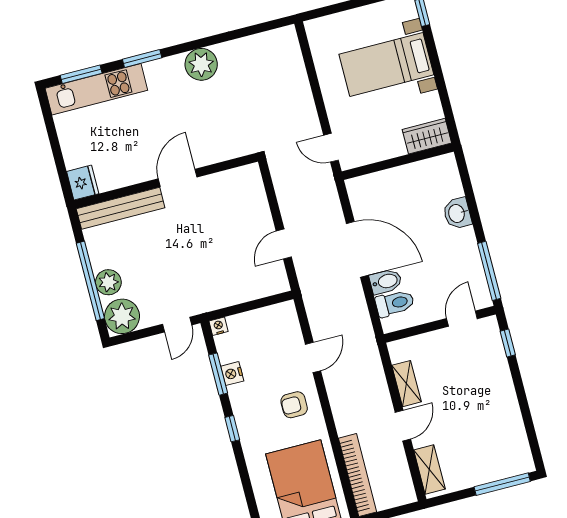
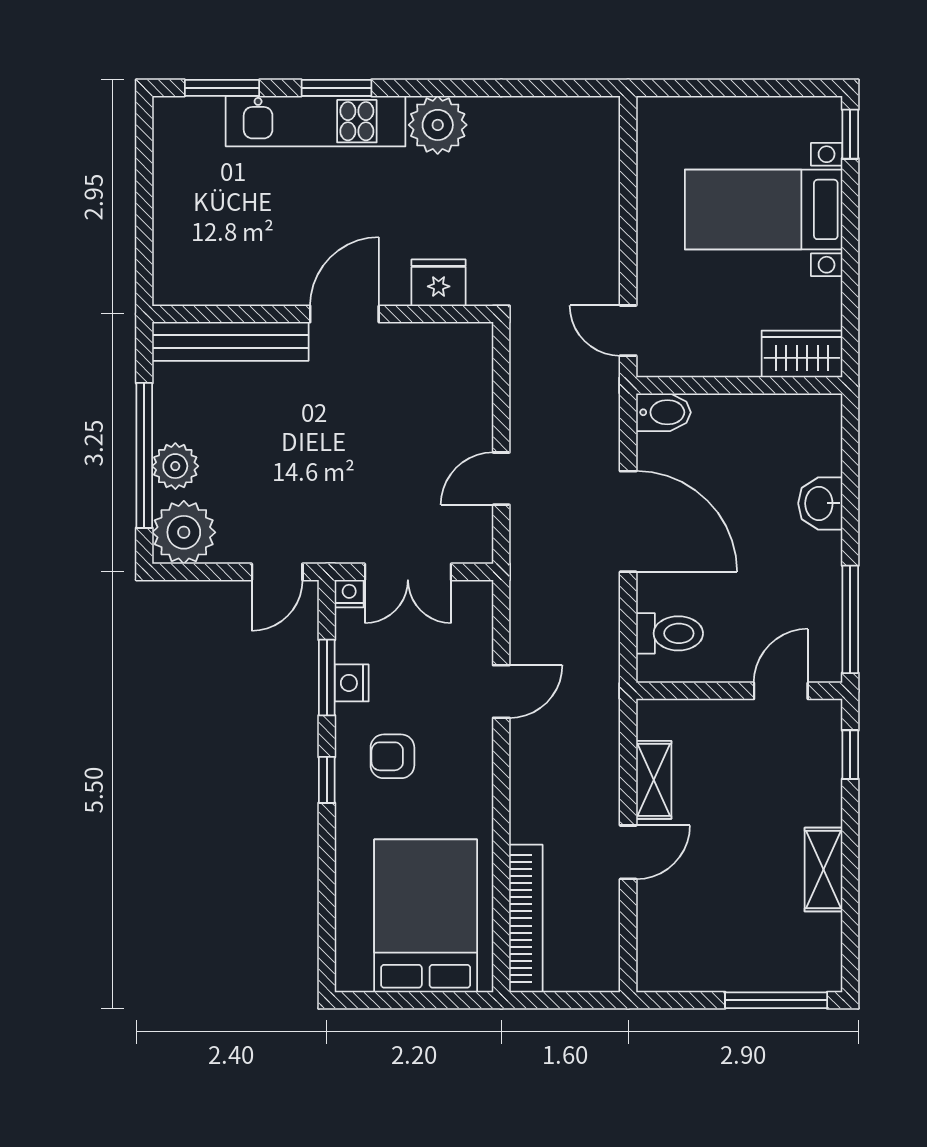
kitchen unit: (96, 89) -> (316, 121), moved
fridge: (83, 183) -> (439, 283), moved, turned -90
bidet: (386, 282) -> (663, 412), moved
double door: (247, 307) -> (408, 572), added
armchair: (294, 405) -> (392, 756), moved
shelving: (429, 470) -> (823, 870), moved

